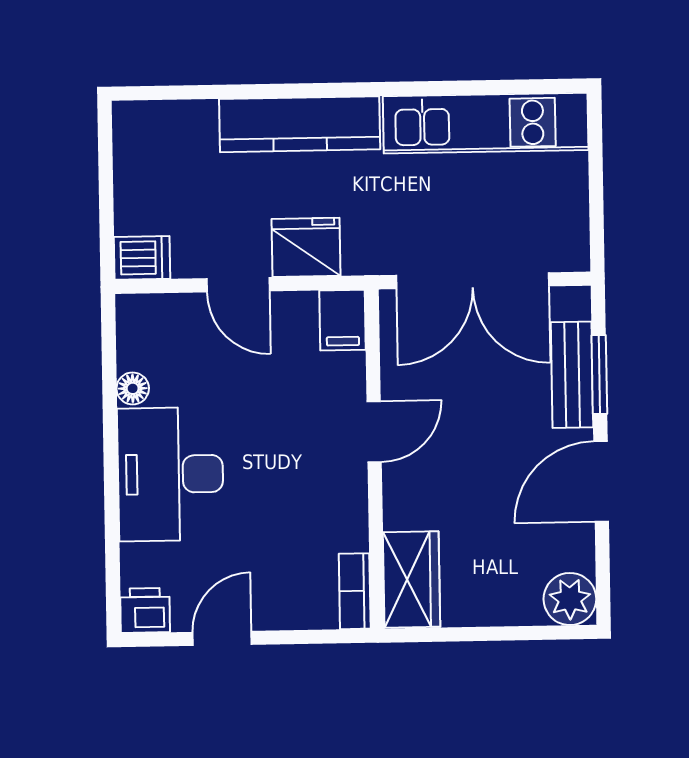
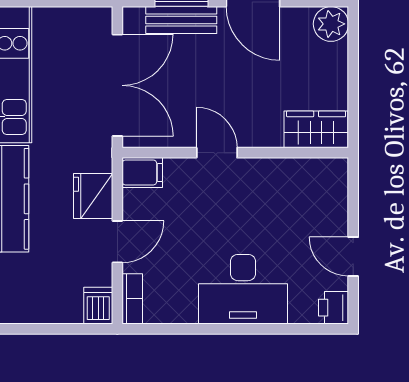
floor lamp: (133, 388) -> (185, 313), removed
bookcase: (355, 591) -> (132, 299), moved, turned -90

